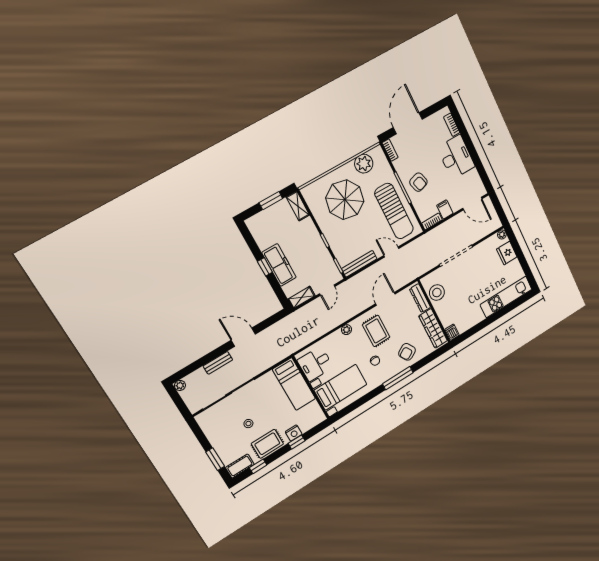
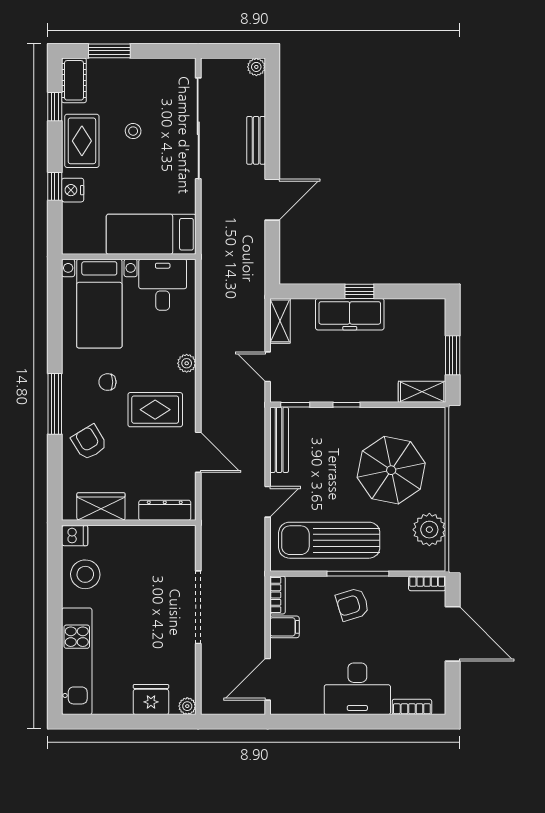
stool: (437, 293) -> (85, 574), moved
wardrobe: (433, 328) -> (101, 507), width x0.67

